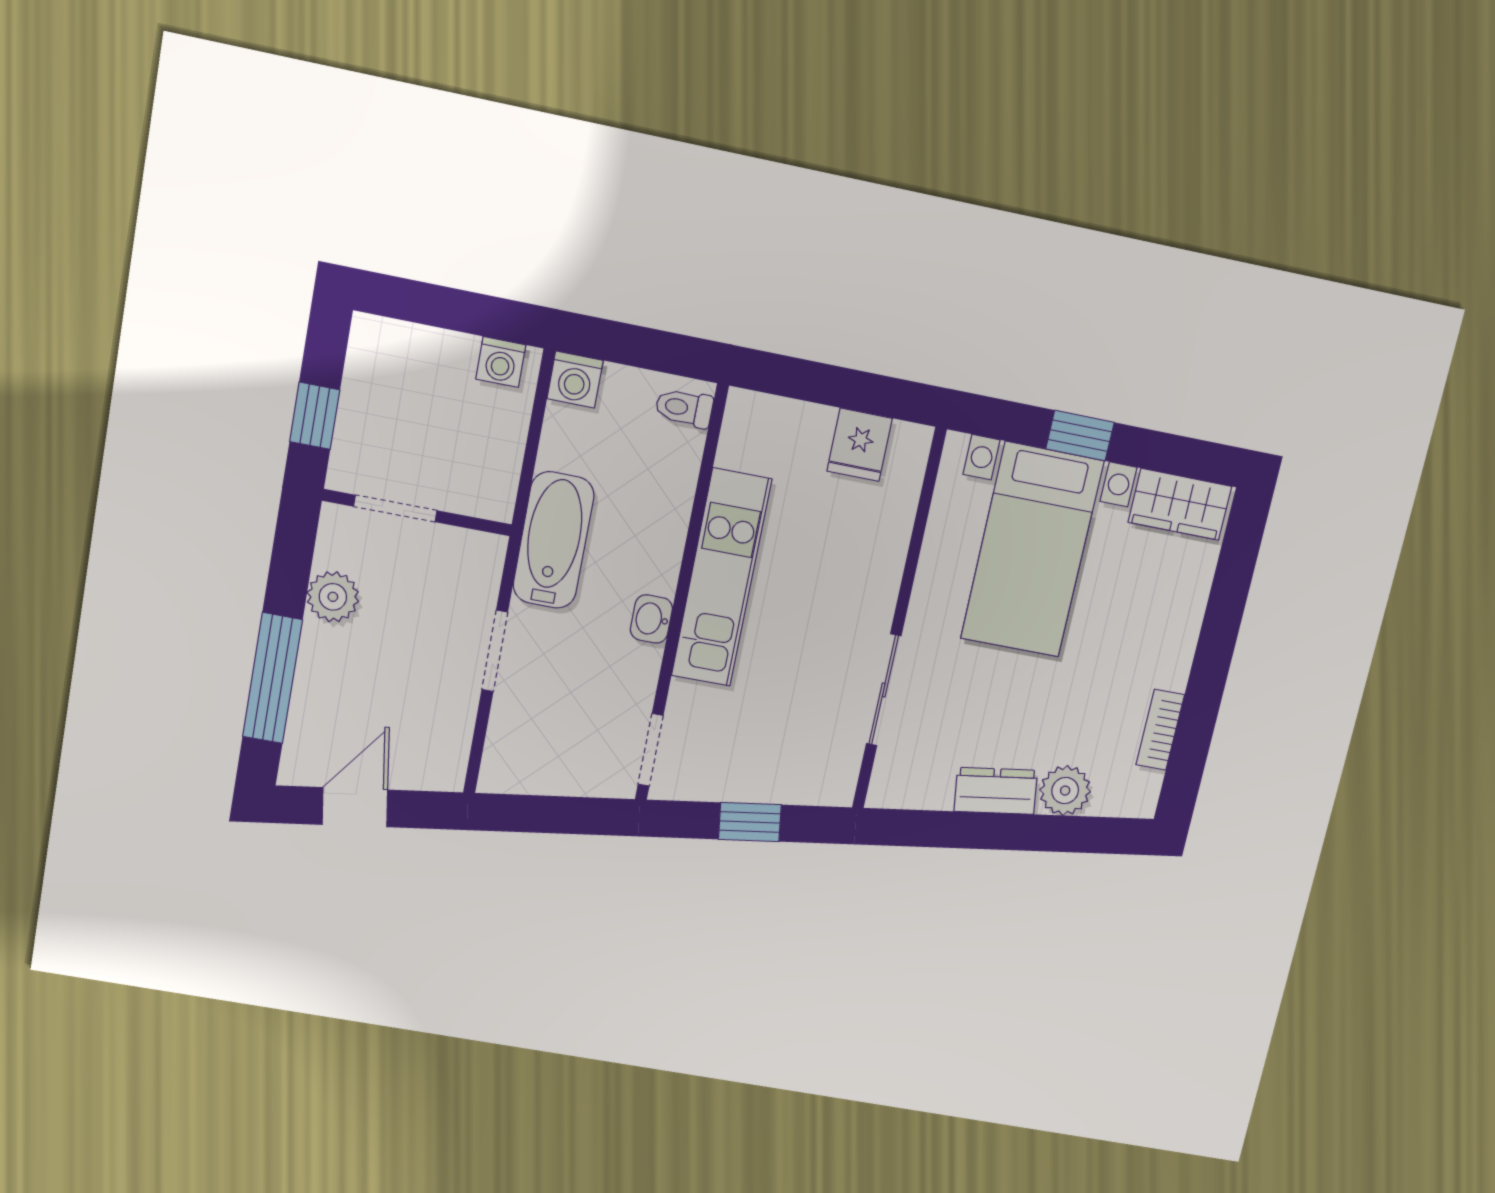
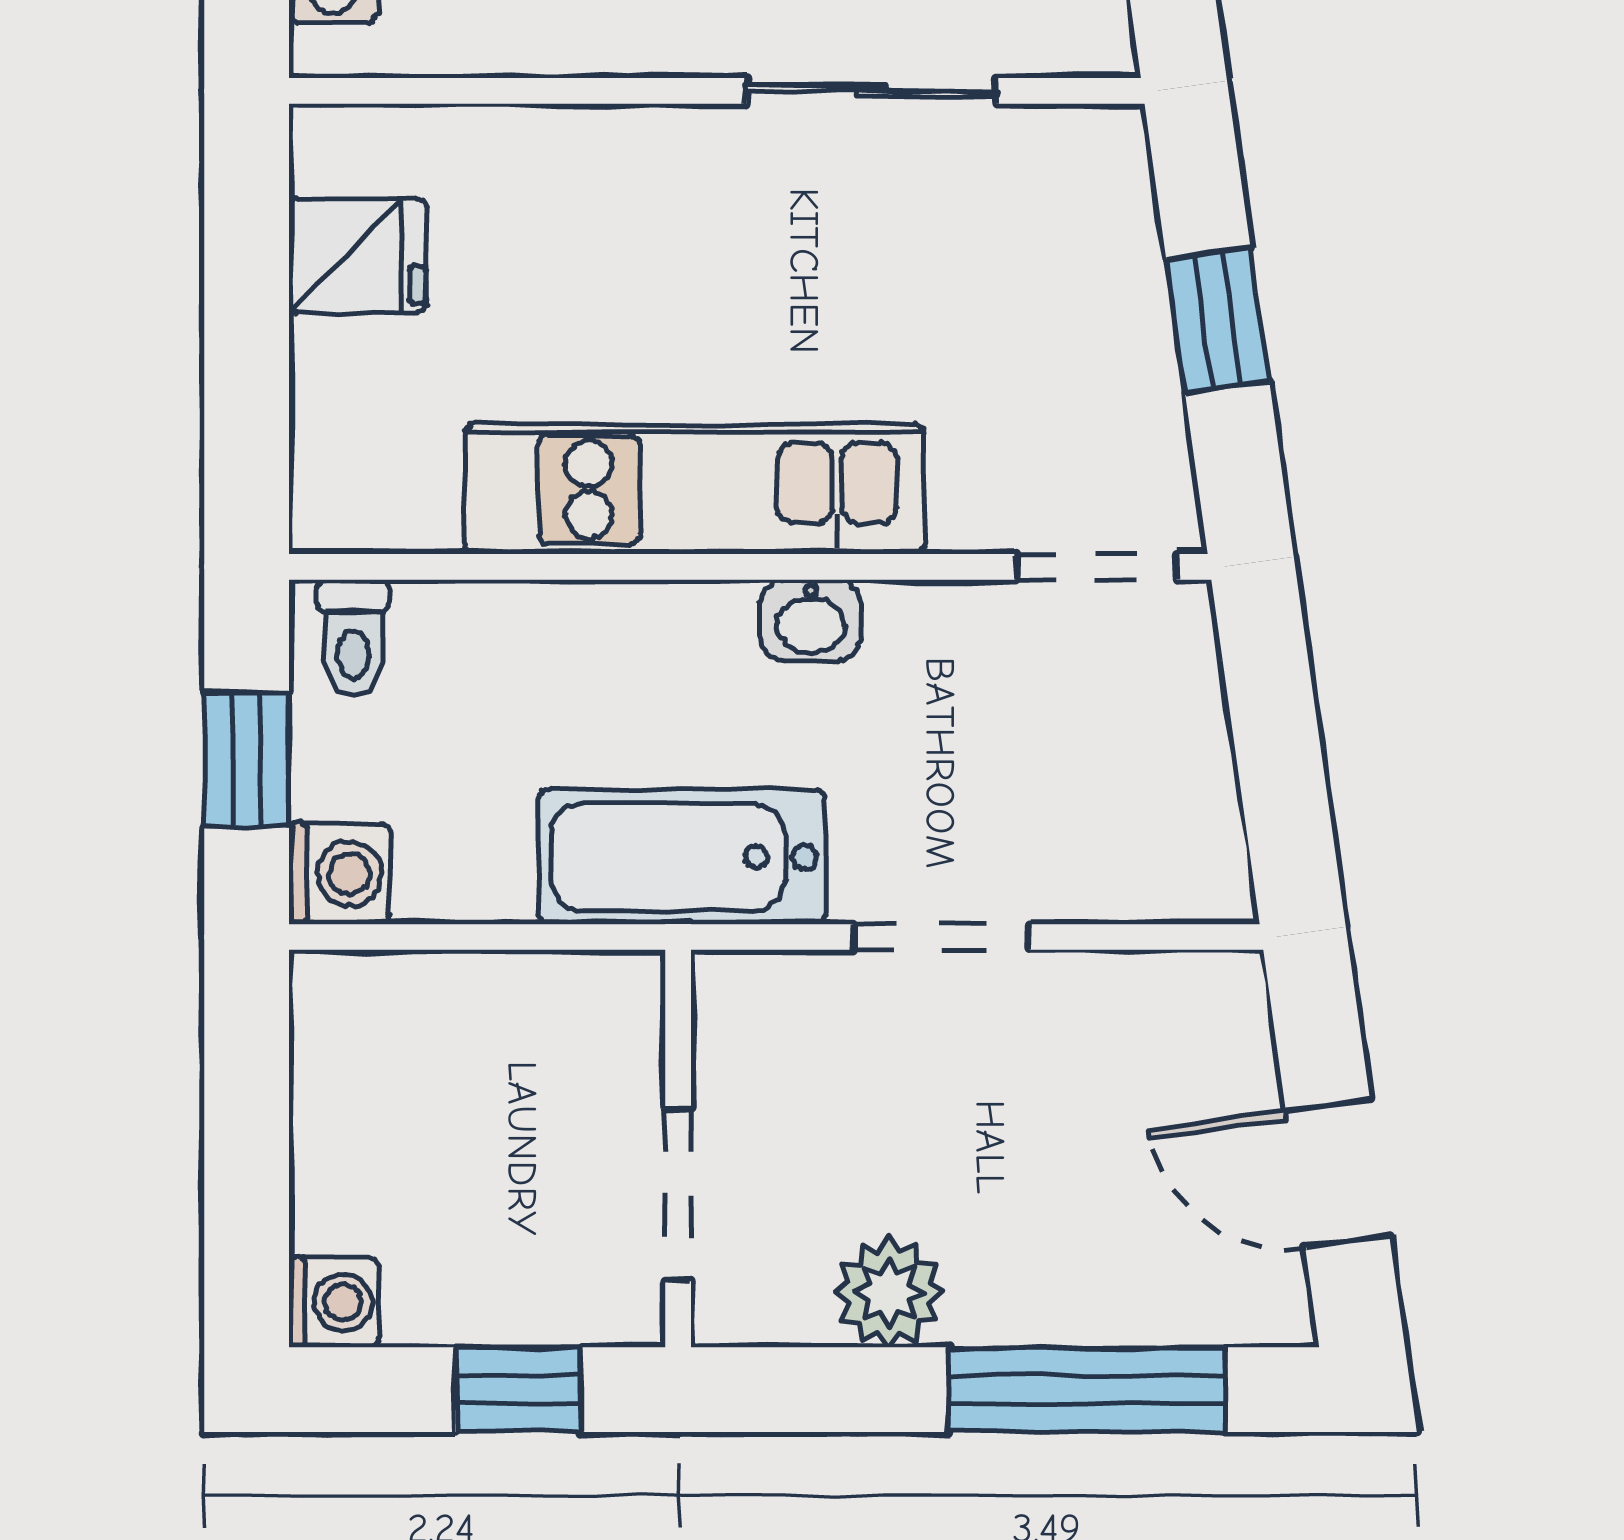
window: (637, 346) -> (247, 759), added
washing machine: (501, 362) -> (334, 1302), moved

